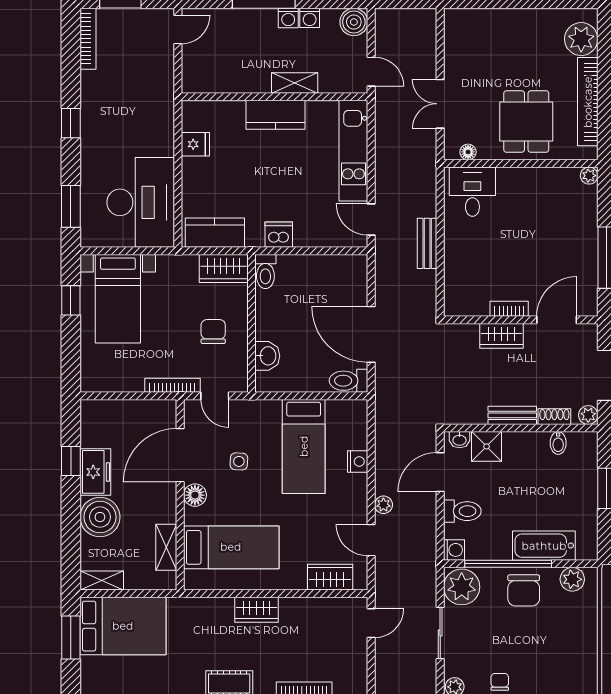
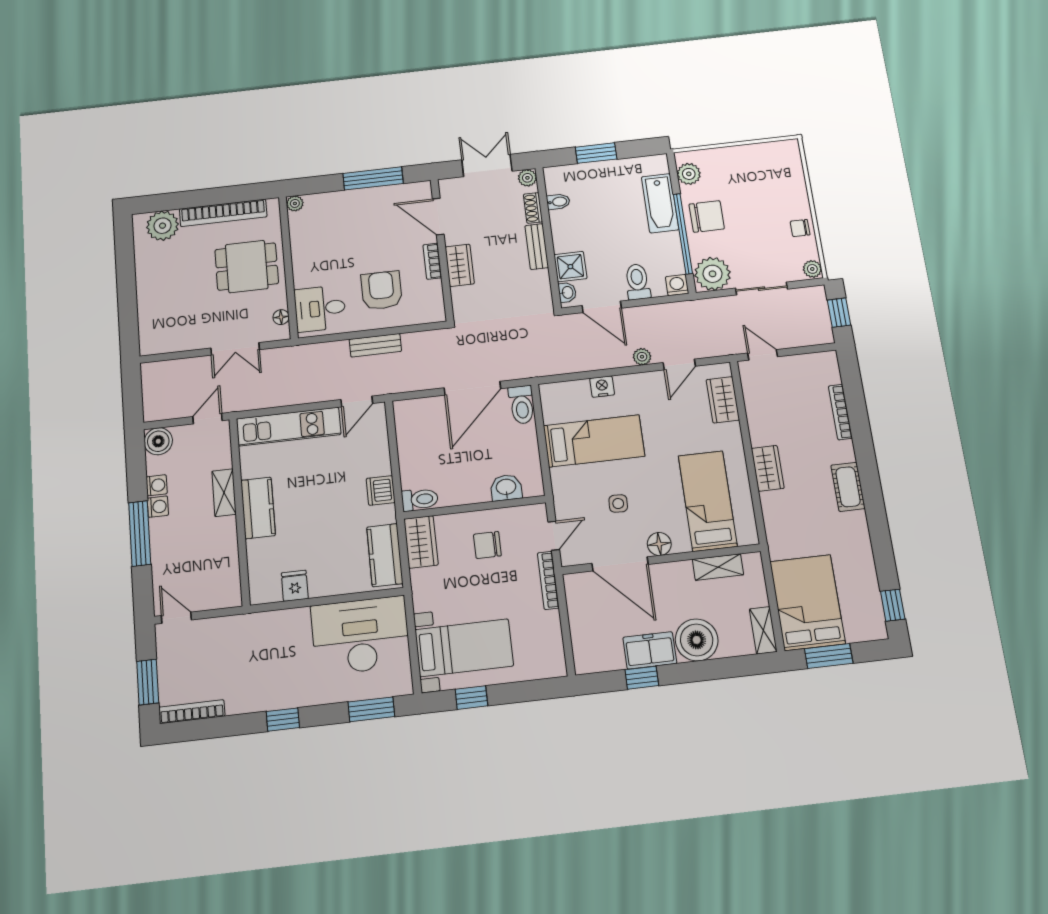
armchair: (484, 255) -> (382, 290), added

